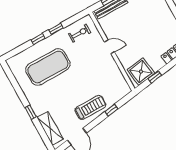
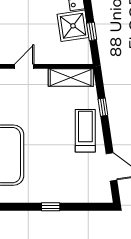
shower: (141, 72) -> (73, 26), moved
shelving: (50, 128) -> (71, 77), moved

